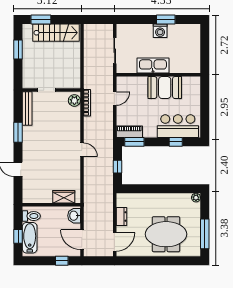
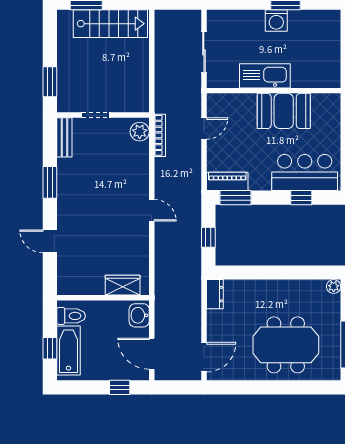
window: (18, 50) -> (50, 82), moved
bench: (27, 109) -> (64, 137), width x0.73
dresser: (121, 216) -> (215, 294), moved

